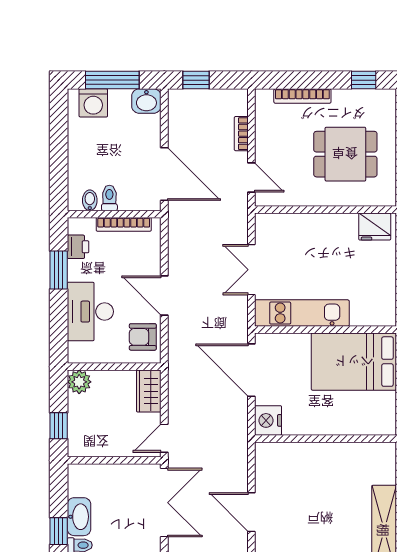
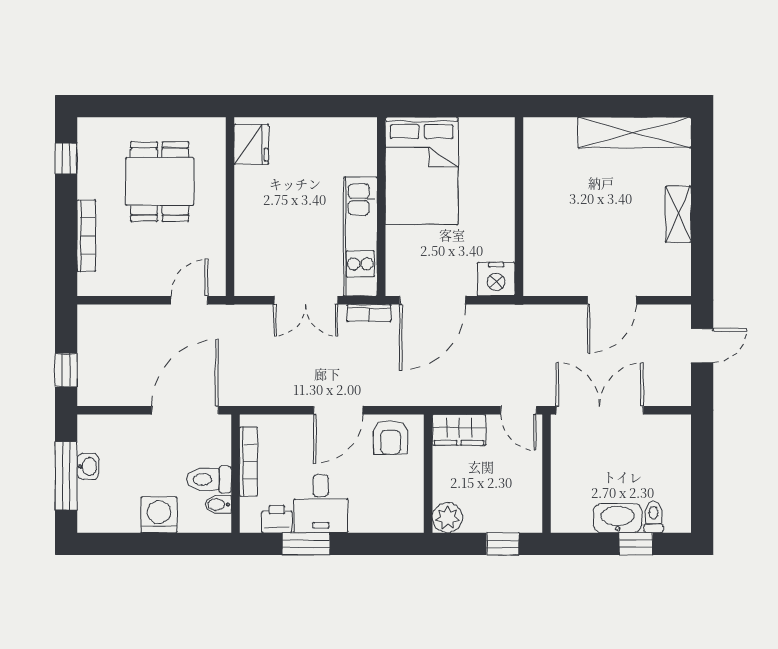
washbasin: (146, 101) -> (88, 467), moved, width x0.72, depth x0.69
washing machine: (93, 103) -> (159, 515), moved, turned -90
bookcase: (241, 134) -> (369, 313), moved
toilet: (109, 198) -> (209, 480), width x1.37, depth x1.39
desk: (90, 312) -> (321, 504), moved, width x0.73

